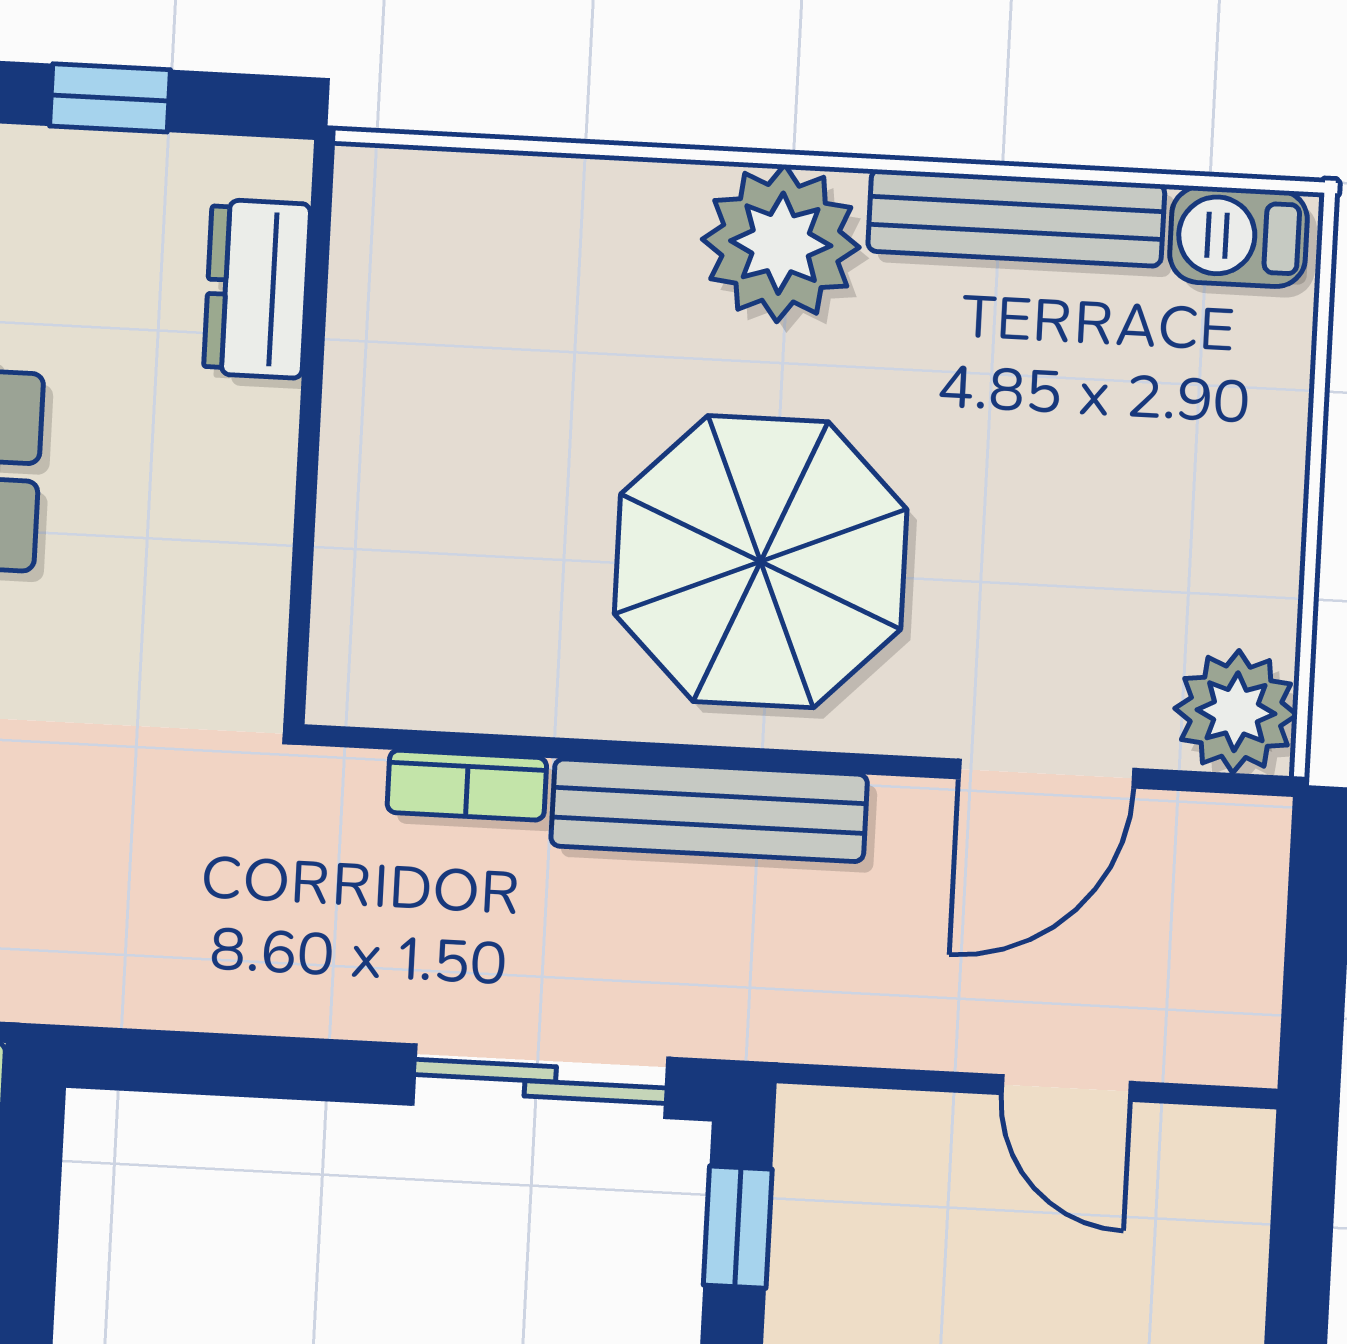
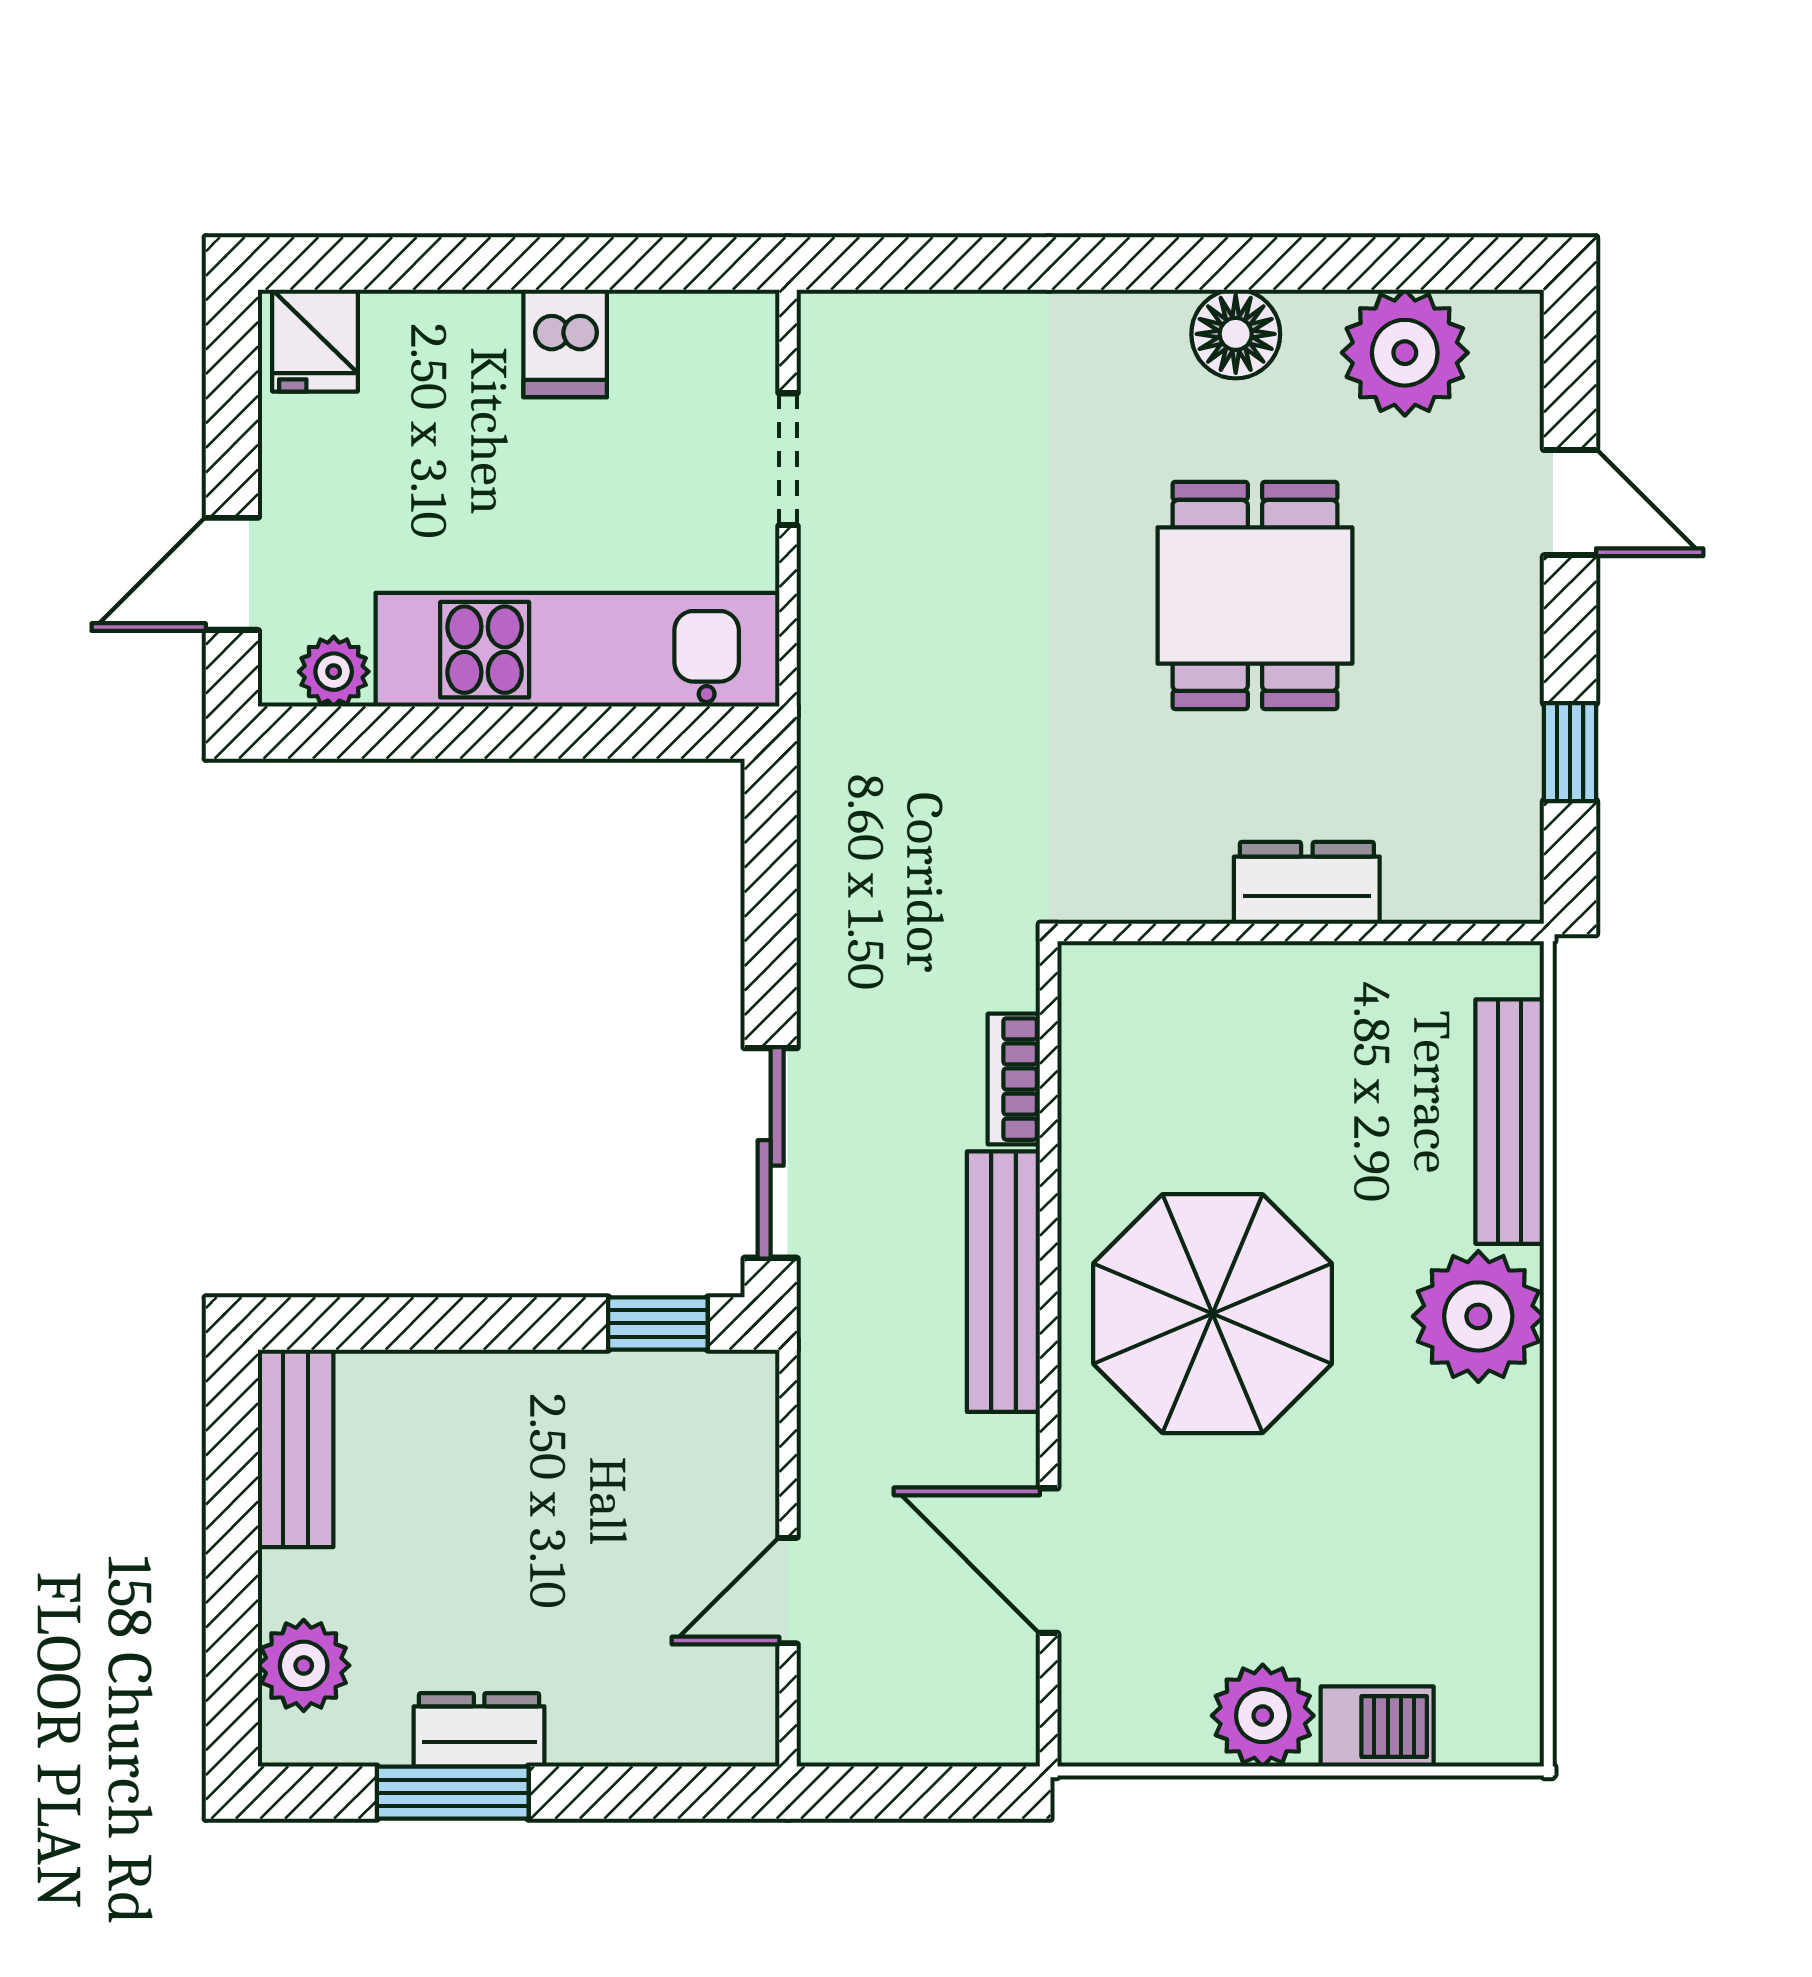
bench: (1016, 218) -> (1510, 1122), moved
barbecue: (1238, 236) -> (1377, 1727), moved, turned 90
dresser: (257, 289) -> (1307, 883), moved
plant: (1236, 712) -> (1263, 1716), moved

